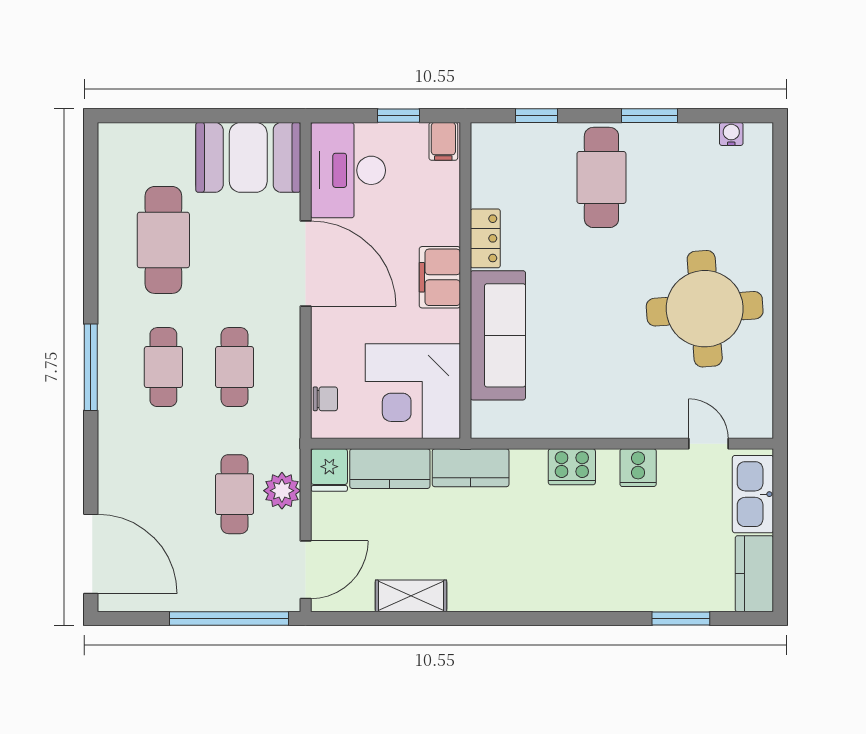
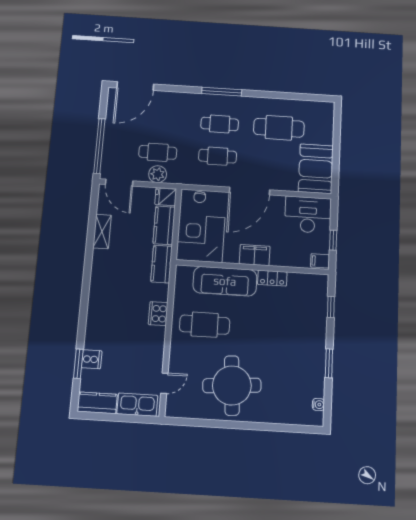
cafe table: (601, 177) -> (205, 325), moved
door: (306, 263) -> (249, 191), moved
cooker: (638, 468) -> (92, 359), moved, turned 180

